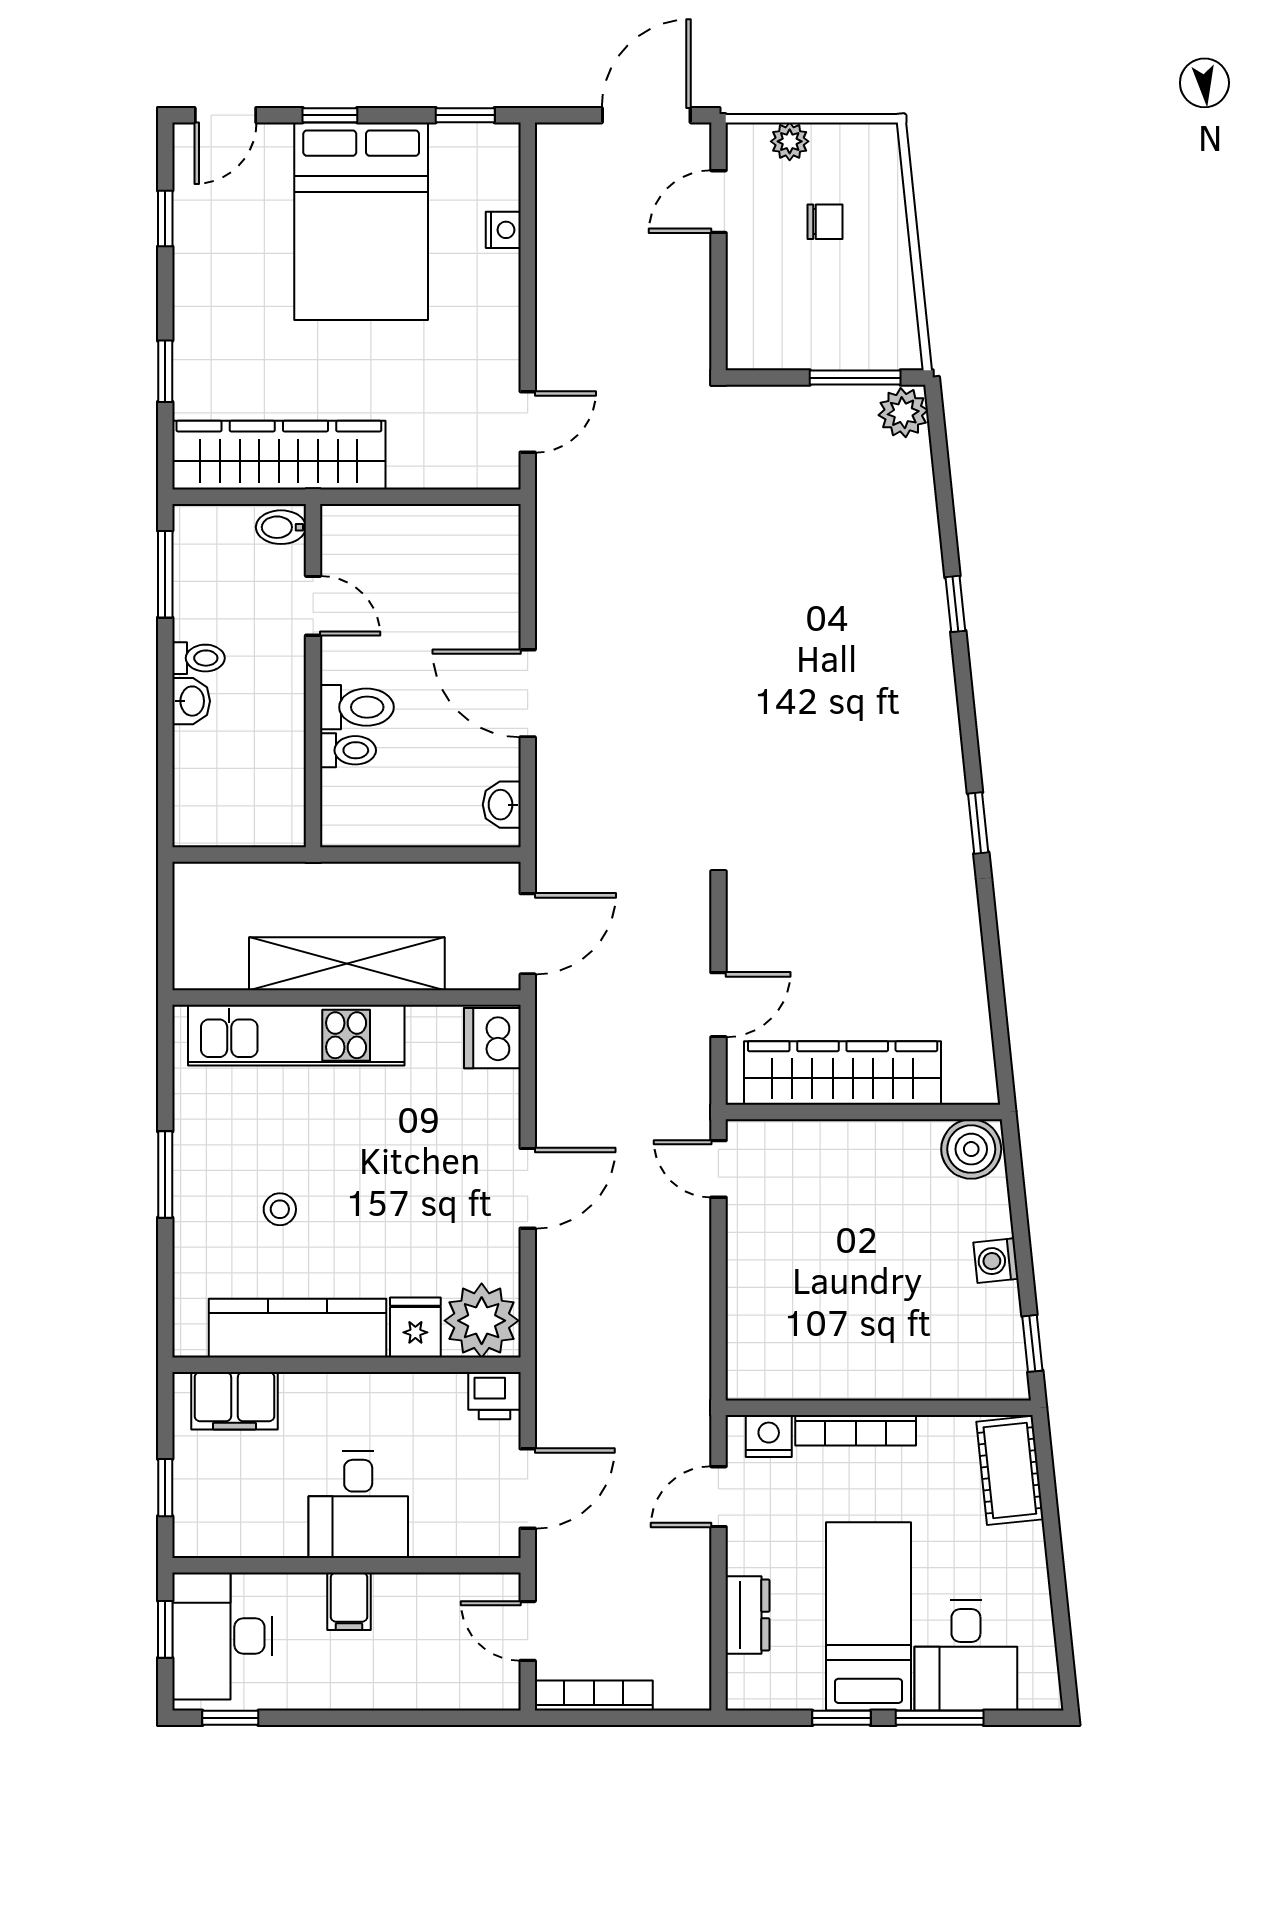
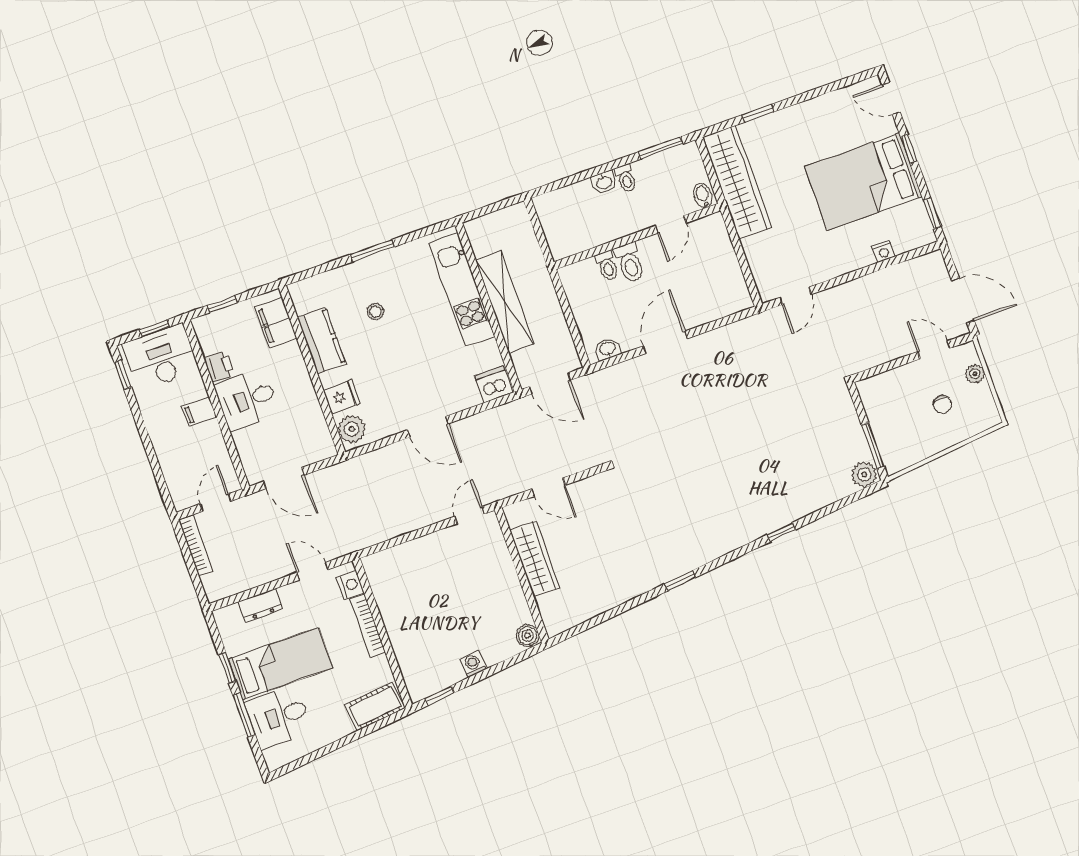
window: (165, 219) -> (831, 87), removed
door: (528, 422) -> (796, 296), hinge flipped
wardrobe: (843, 1073) -> (535, 559), width x0.71, depth x0.85
boiler: (971, 1149) -> (528, 636), width x0.73, depth x0.73
plant: (482, 1321) -> (352, 429), width x0.73, depth x0.73
kitchen counter: (298, 1328) -> (321, 340), width x0.67
printer: (494, 1396) -> (219, 367), moved, turned 180

